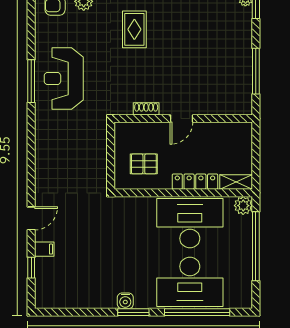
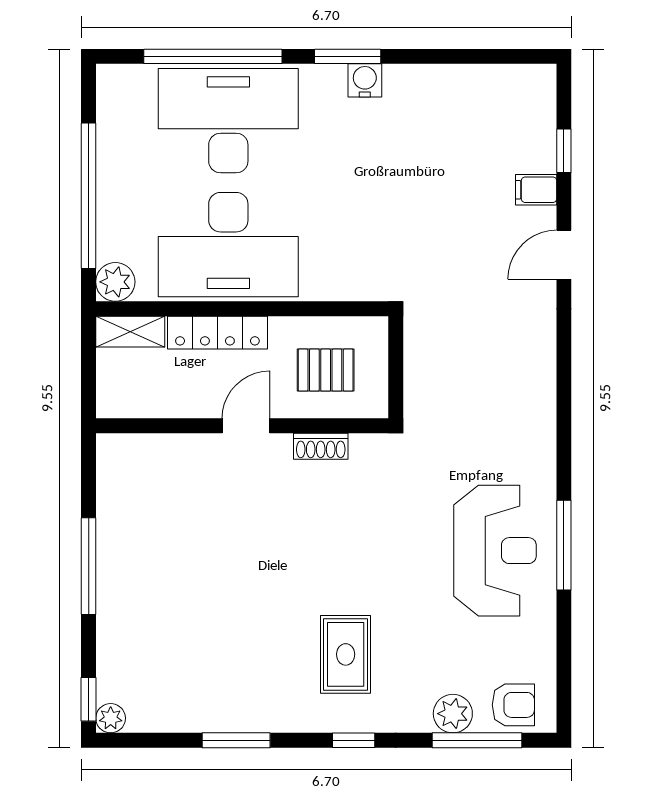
shoe rack: (146, 109) -> (321, 446), moved
door: (181, 118) -> (246, 426), moved
wall: (183, 118) -> (242, 426), moved

